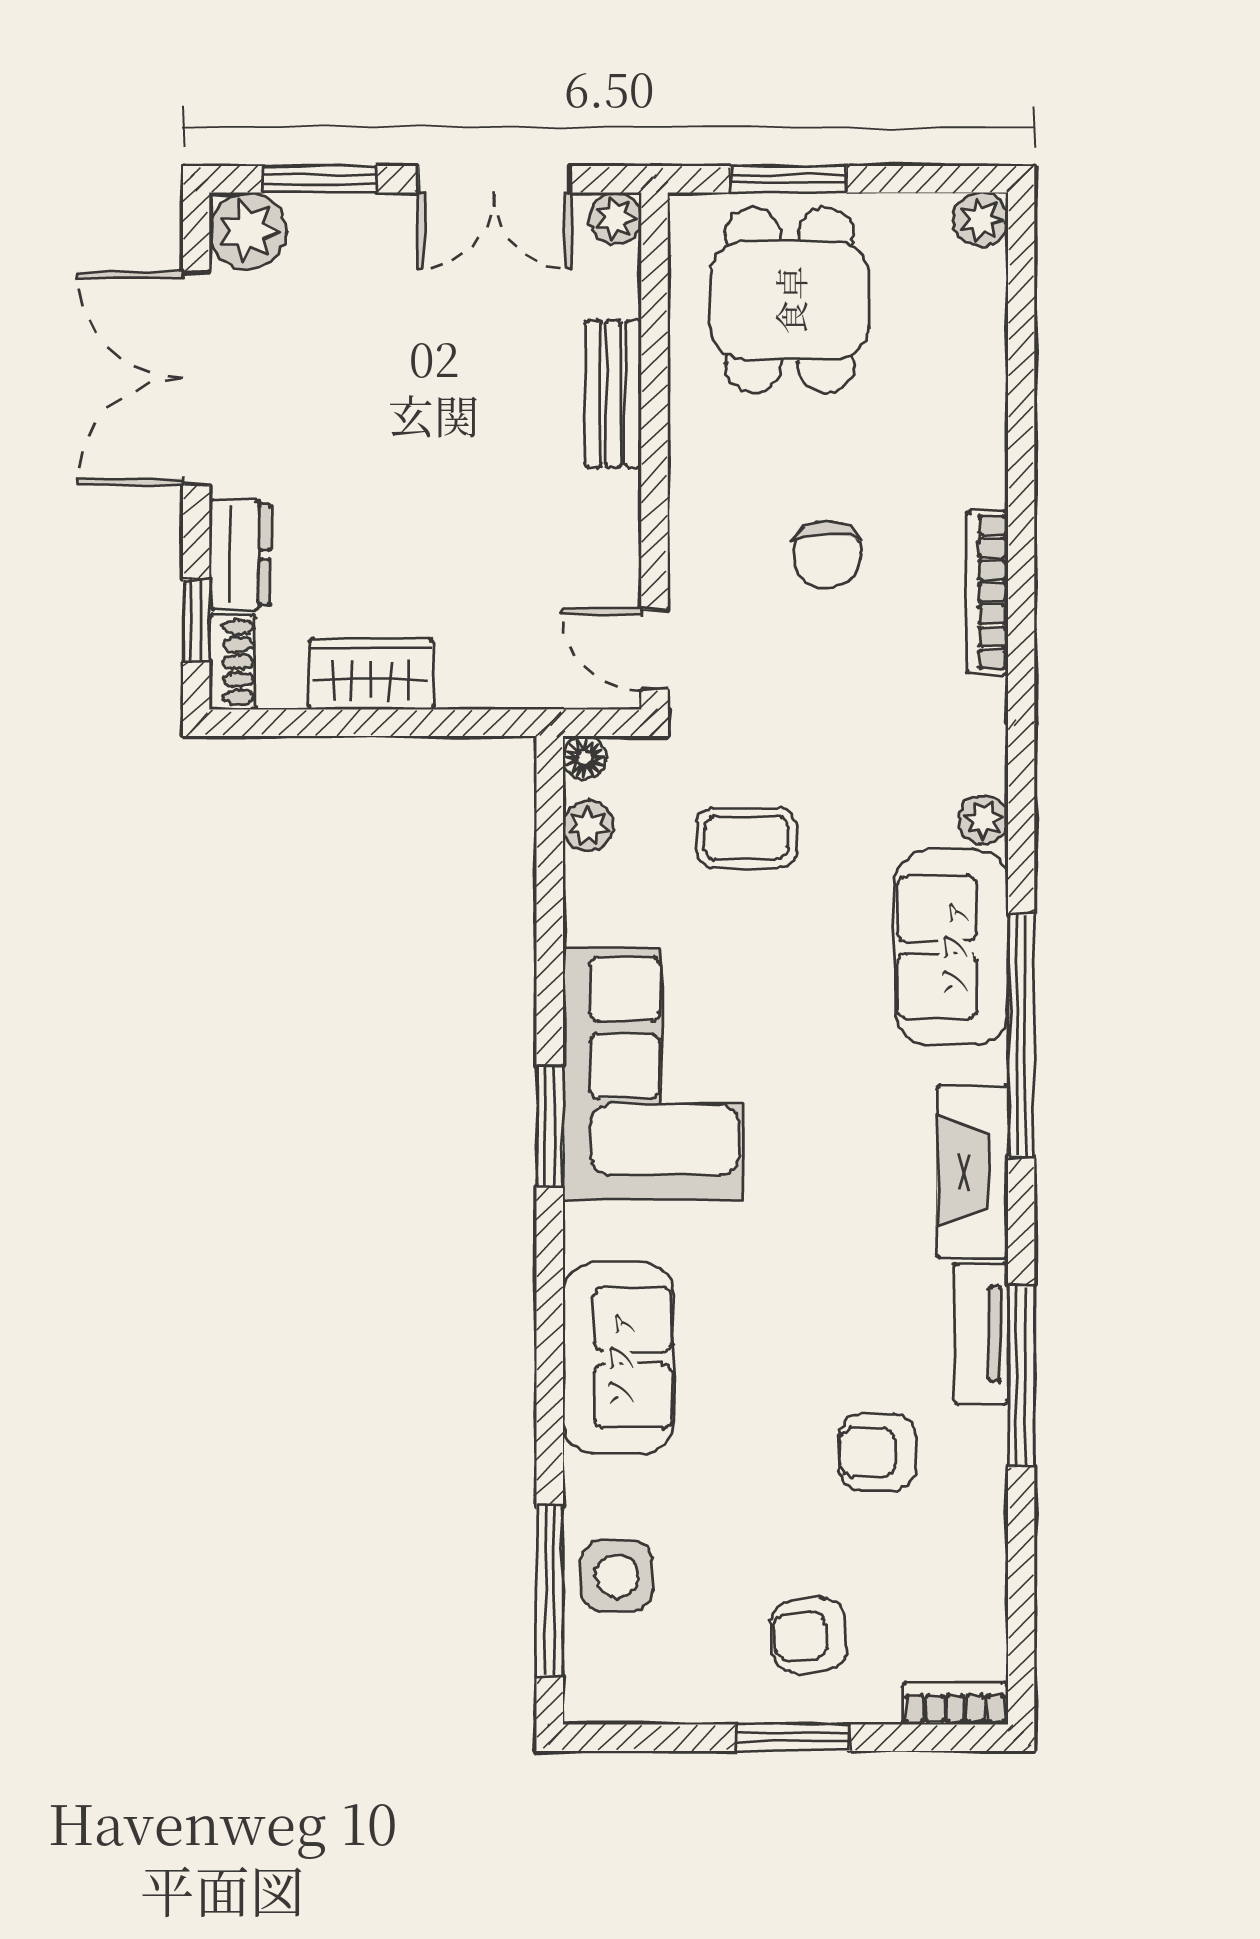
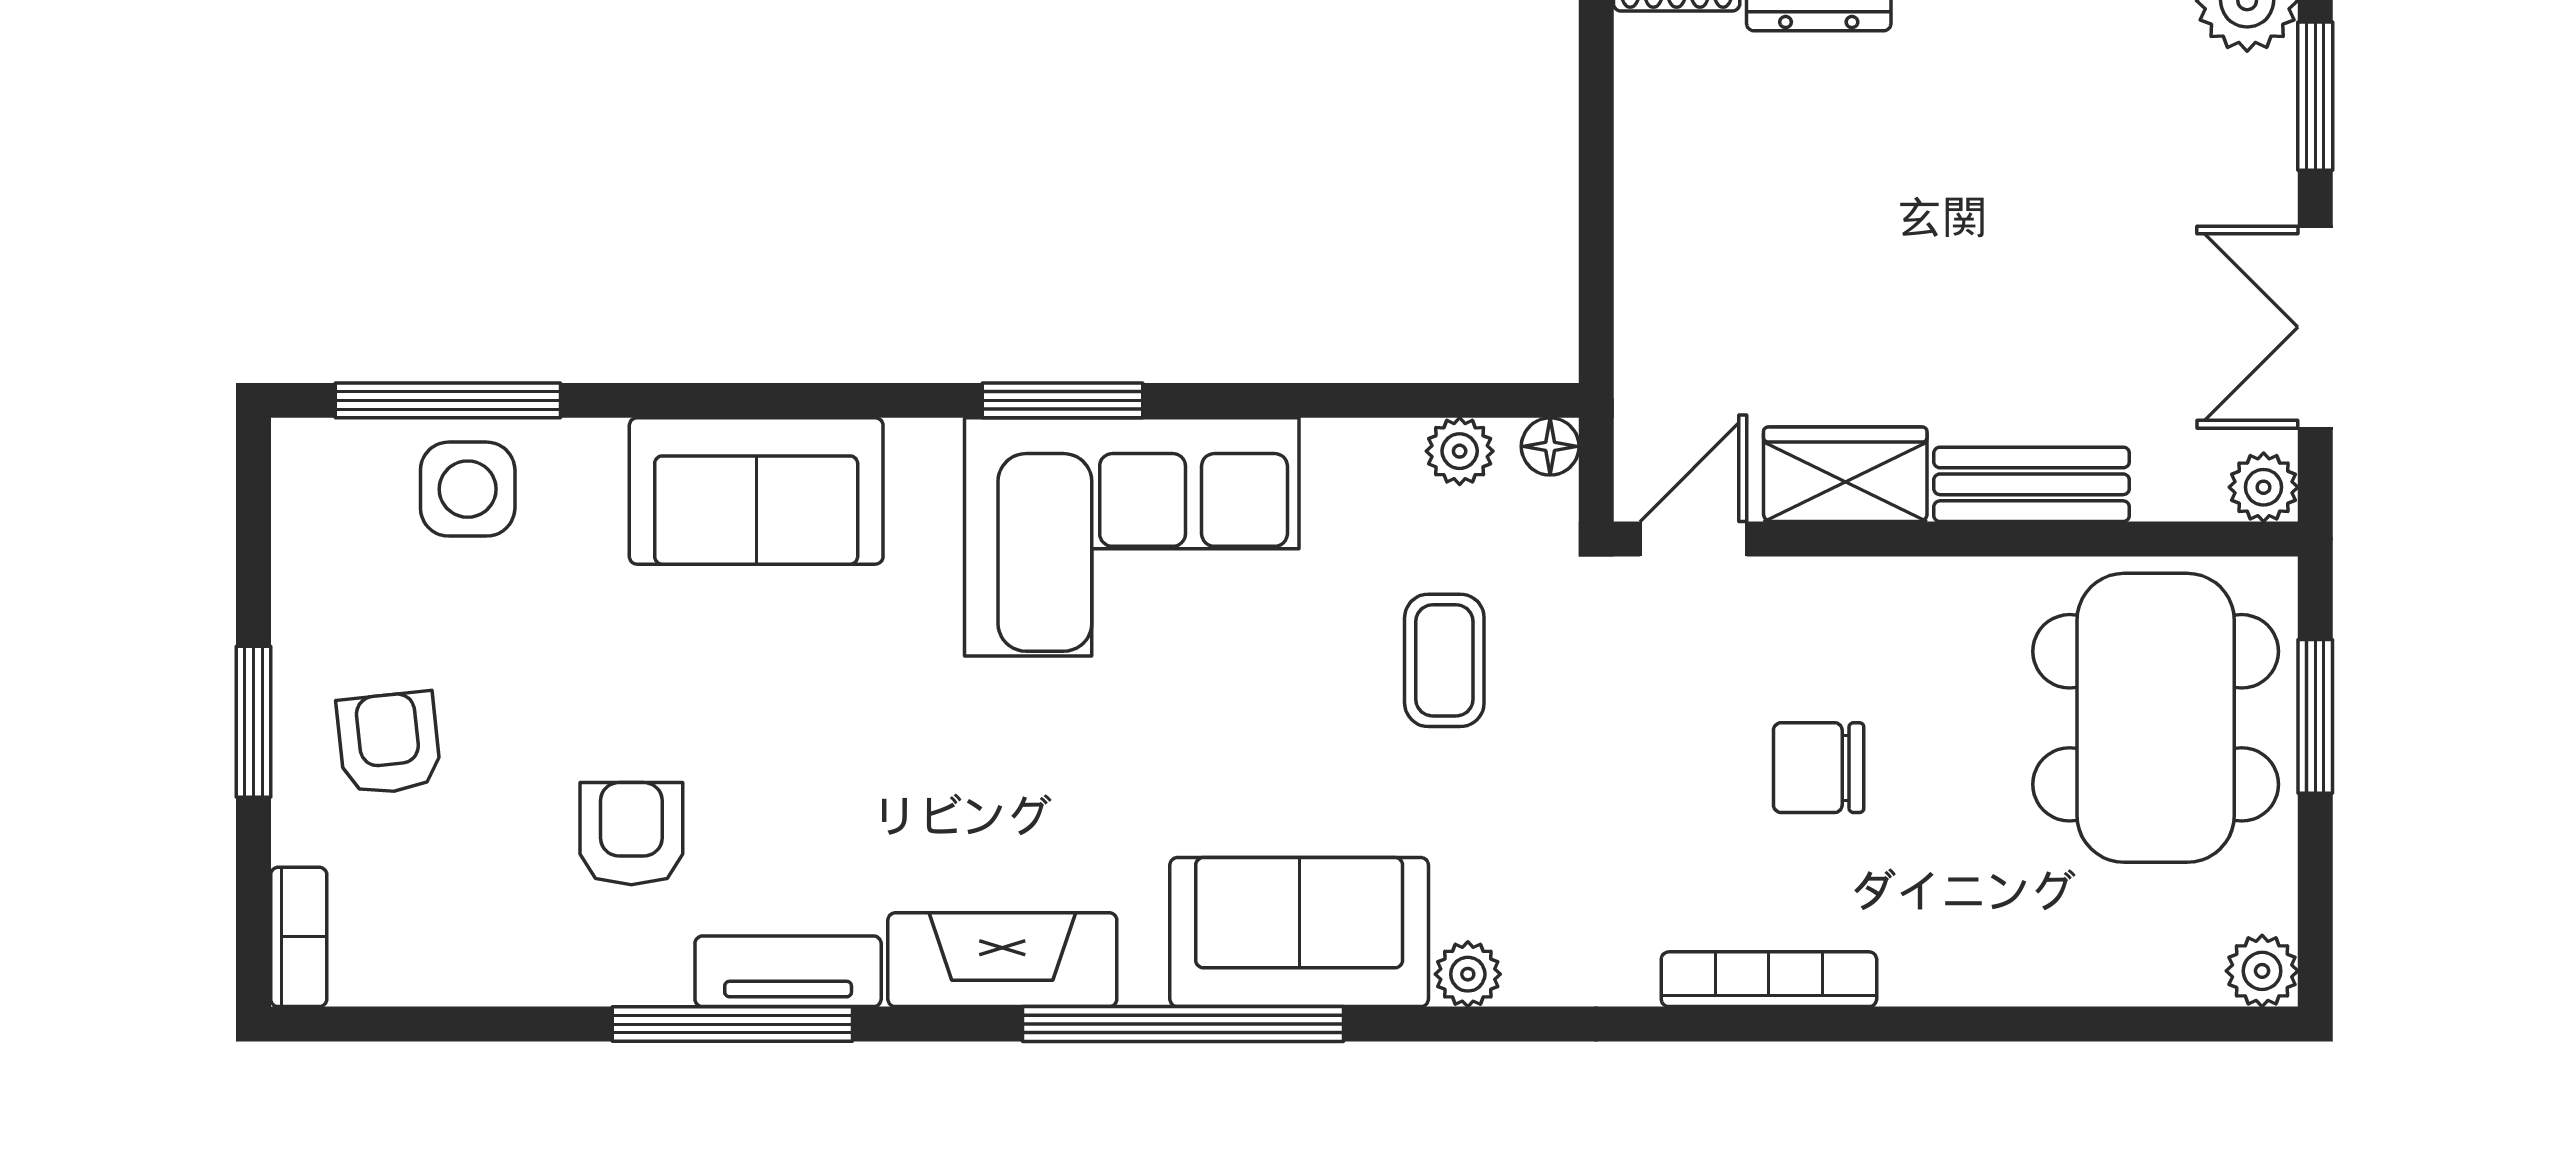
dining table: (790, 300) -> (2156, 718), width x1.37
wardrobe: (371, 674) -> (1845, 474), moved, turned -90

